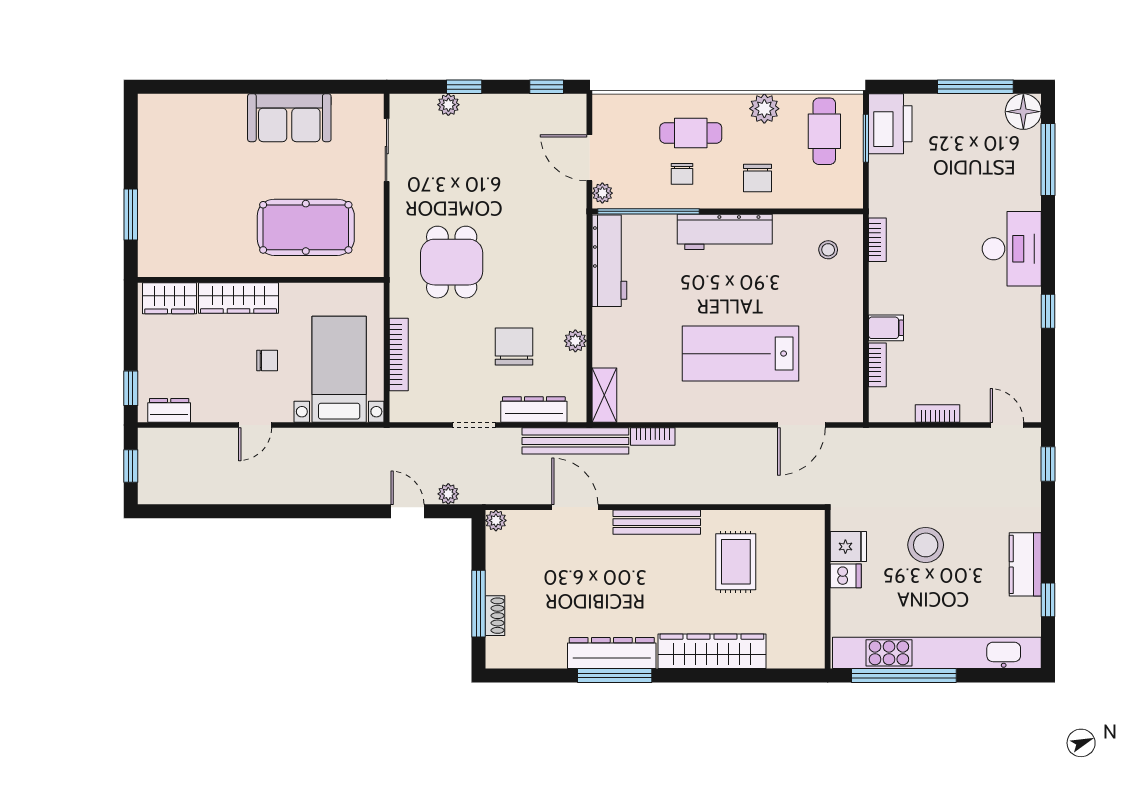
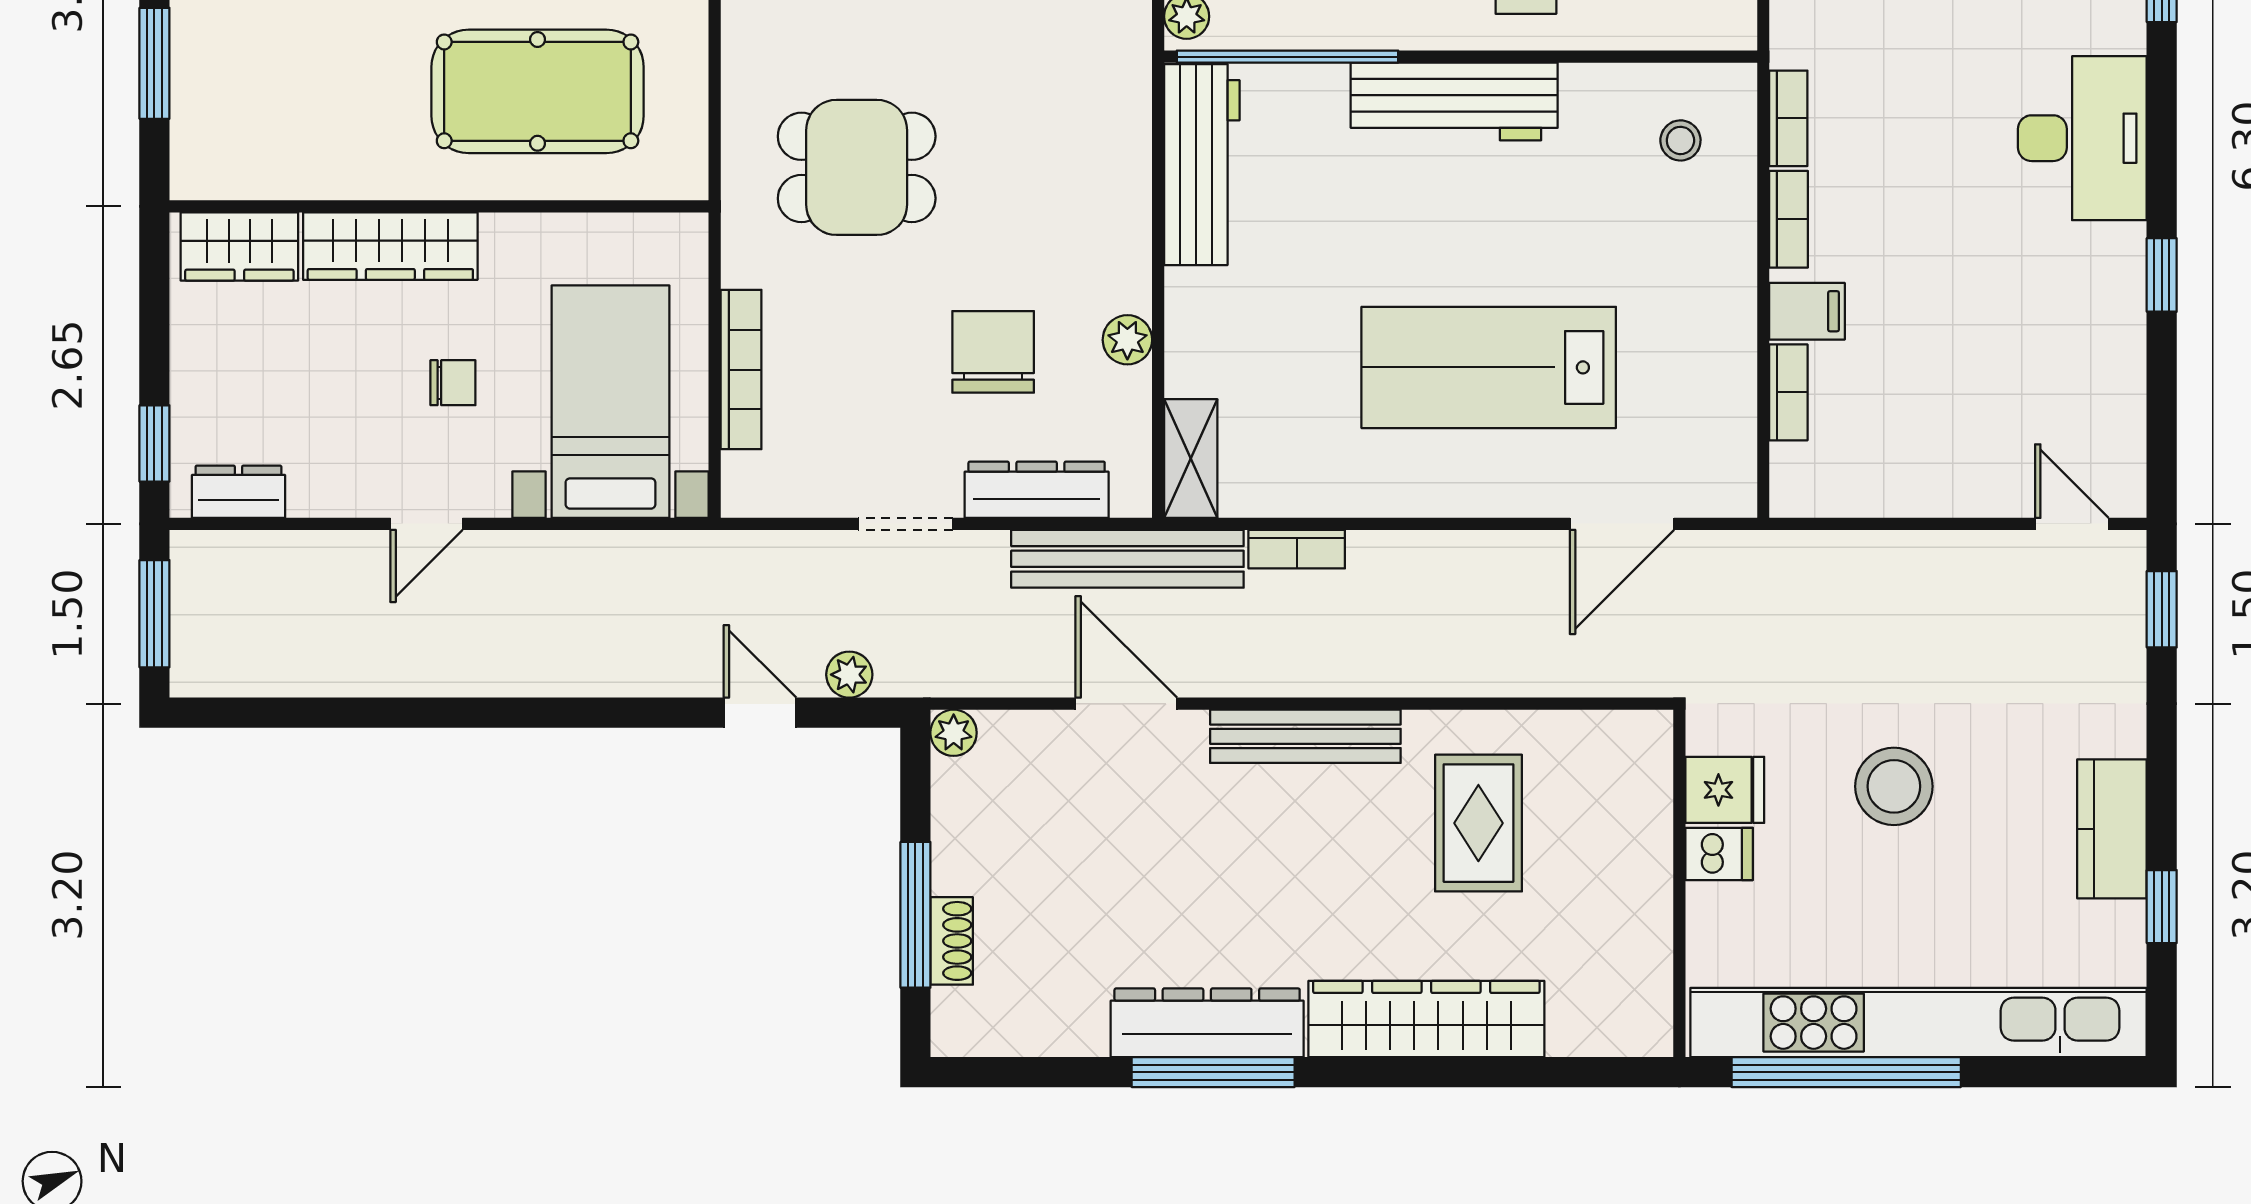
dining table: (452, 262) -> (857, 167), turned 90
bookcase: (938, 413) -> (1789, 219), moved, turned 90
window: (131, 466) -> (154, 614), width x1.50

